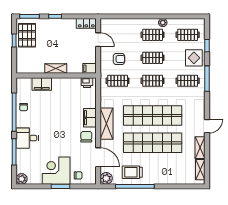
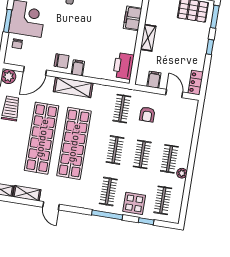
door: (98, 40) -> (174, 93), swing flipped
filing cabinet: (89, 68) -> (154, 80), moved
printer: (87, 83) -> (124, 66), width x1.87, depth x1.48
filing cabinet: (90, 118) -> (78, 68), width x0.50

